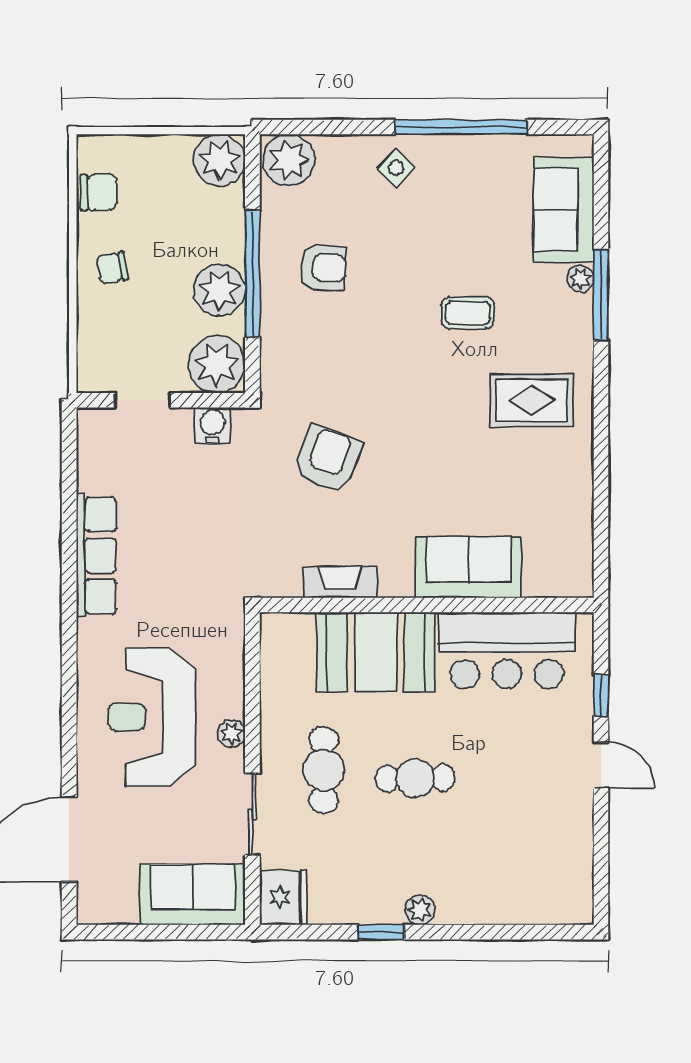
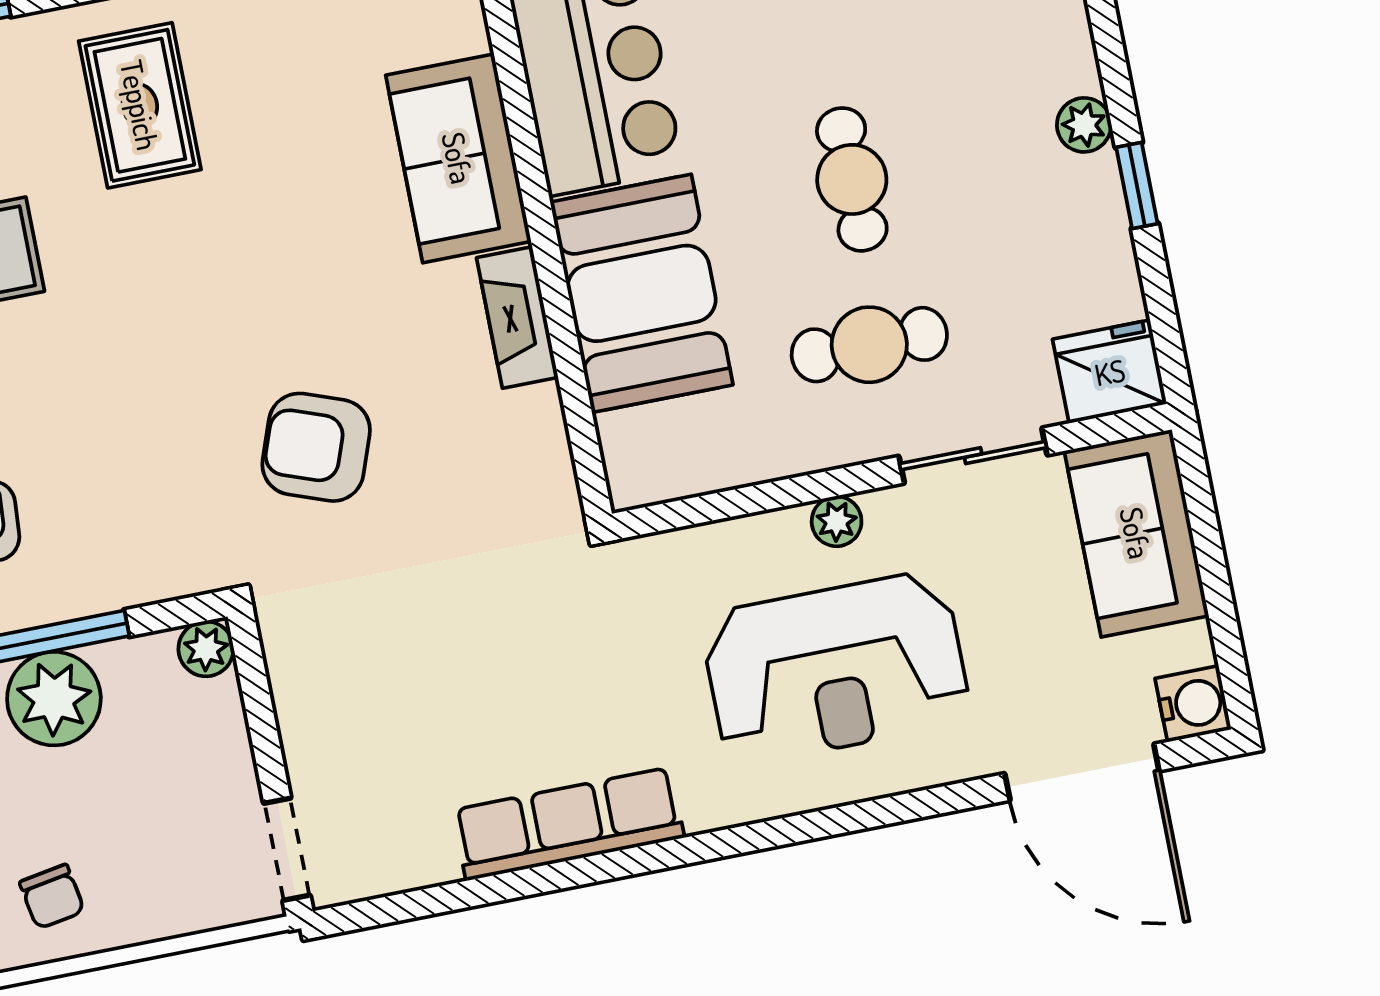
plant: (217, 365) -> (206, 649), width x0.53, depth x0.53
doorway: (142, 400) -> (287, 849), moved
water cooler: (213, 425) -> (1193, 704), moved, turned 180
fireplace: (340, 582) -> (517, 317), moved

